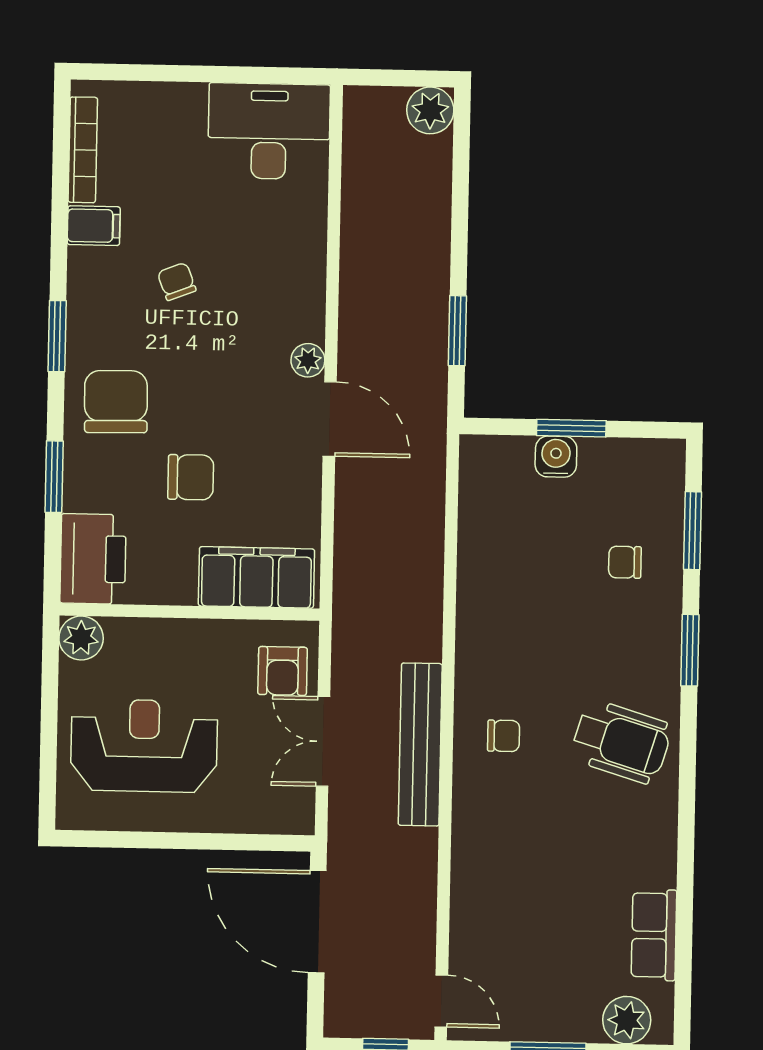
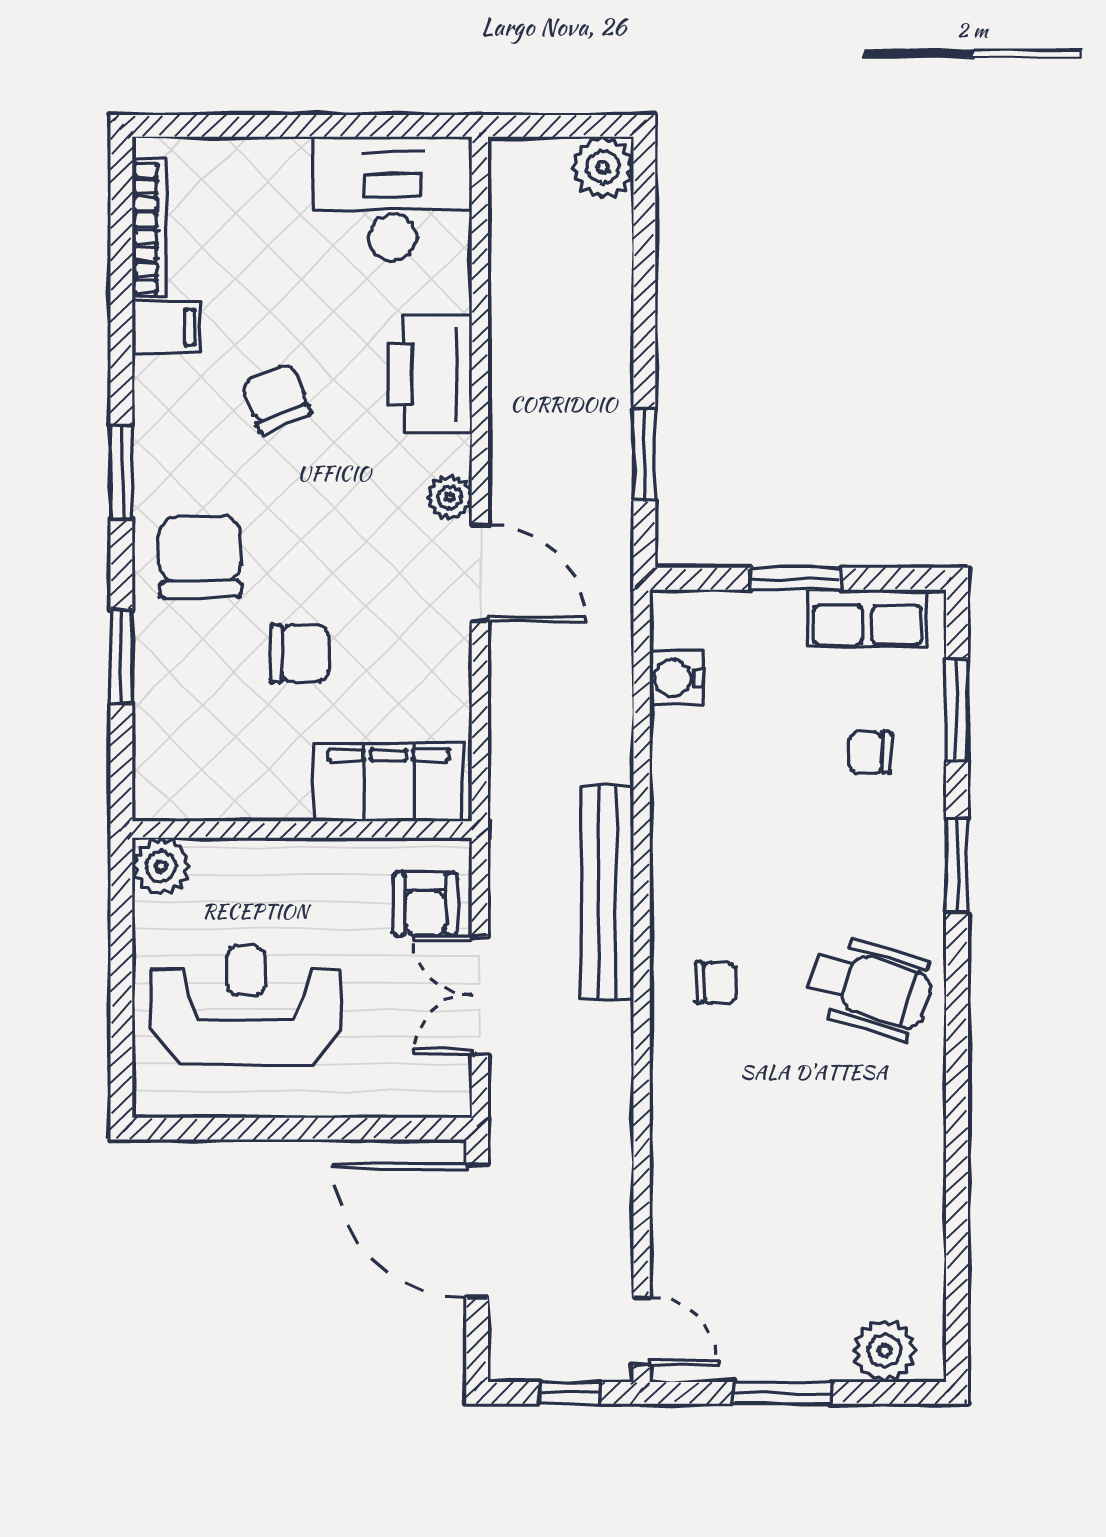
chair: (177, 281) -> (276, 398), width x1.37, depth x1.37
water cooler: (556, 457) -> (677, 678), moved, turned -90
printer: (93, 559) -> (430, 374), moved, turned 180
bench: (420, 744) -> (607, 892), moved
row of seats: (654, 935) -> (867, 618), moved, turned -90

